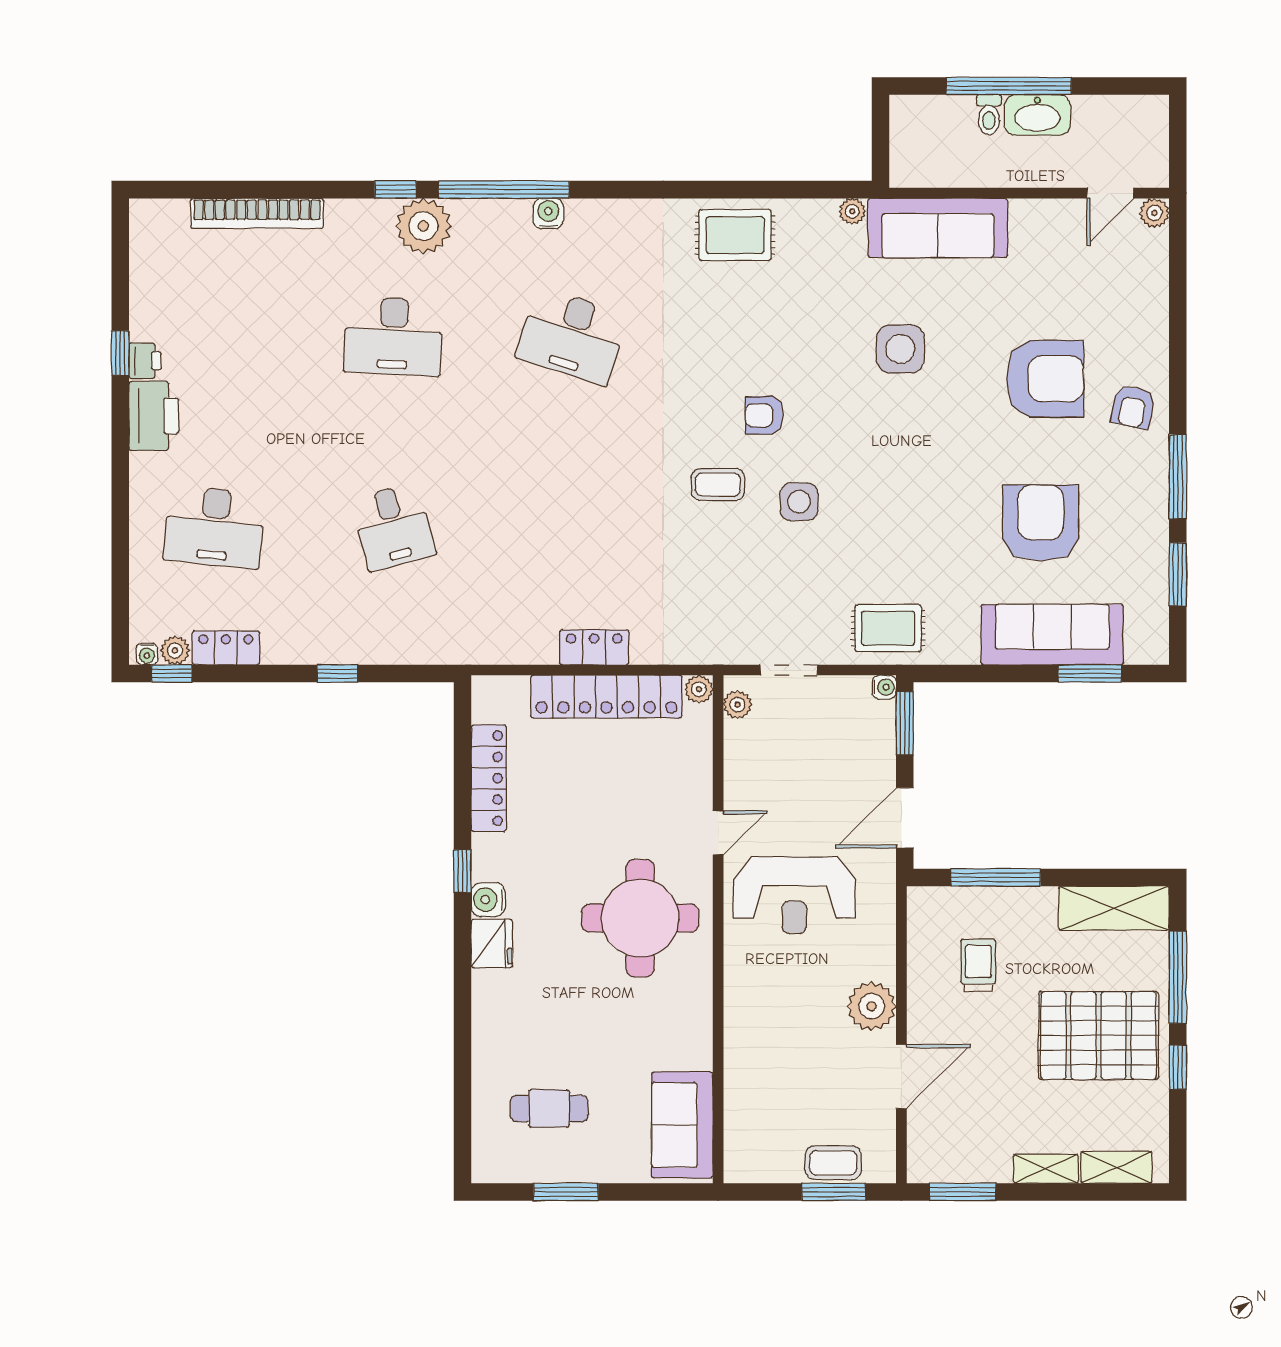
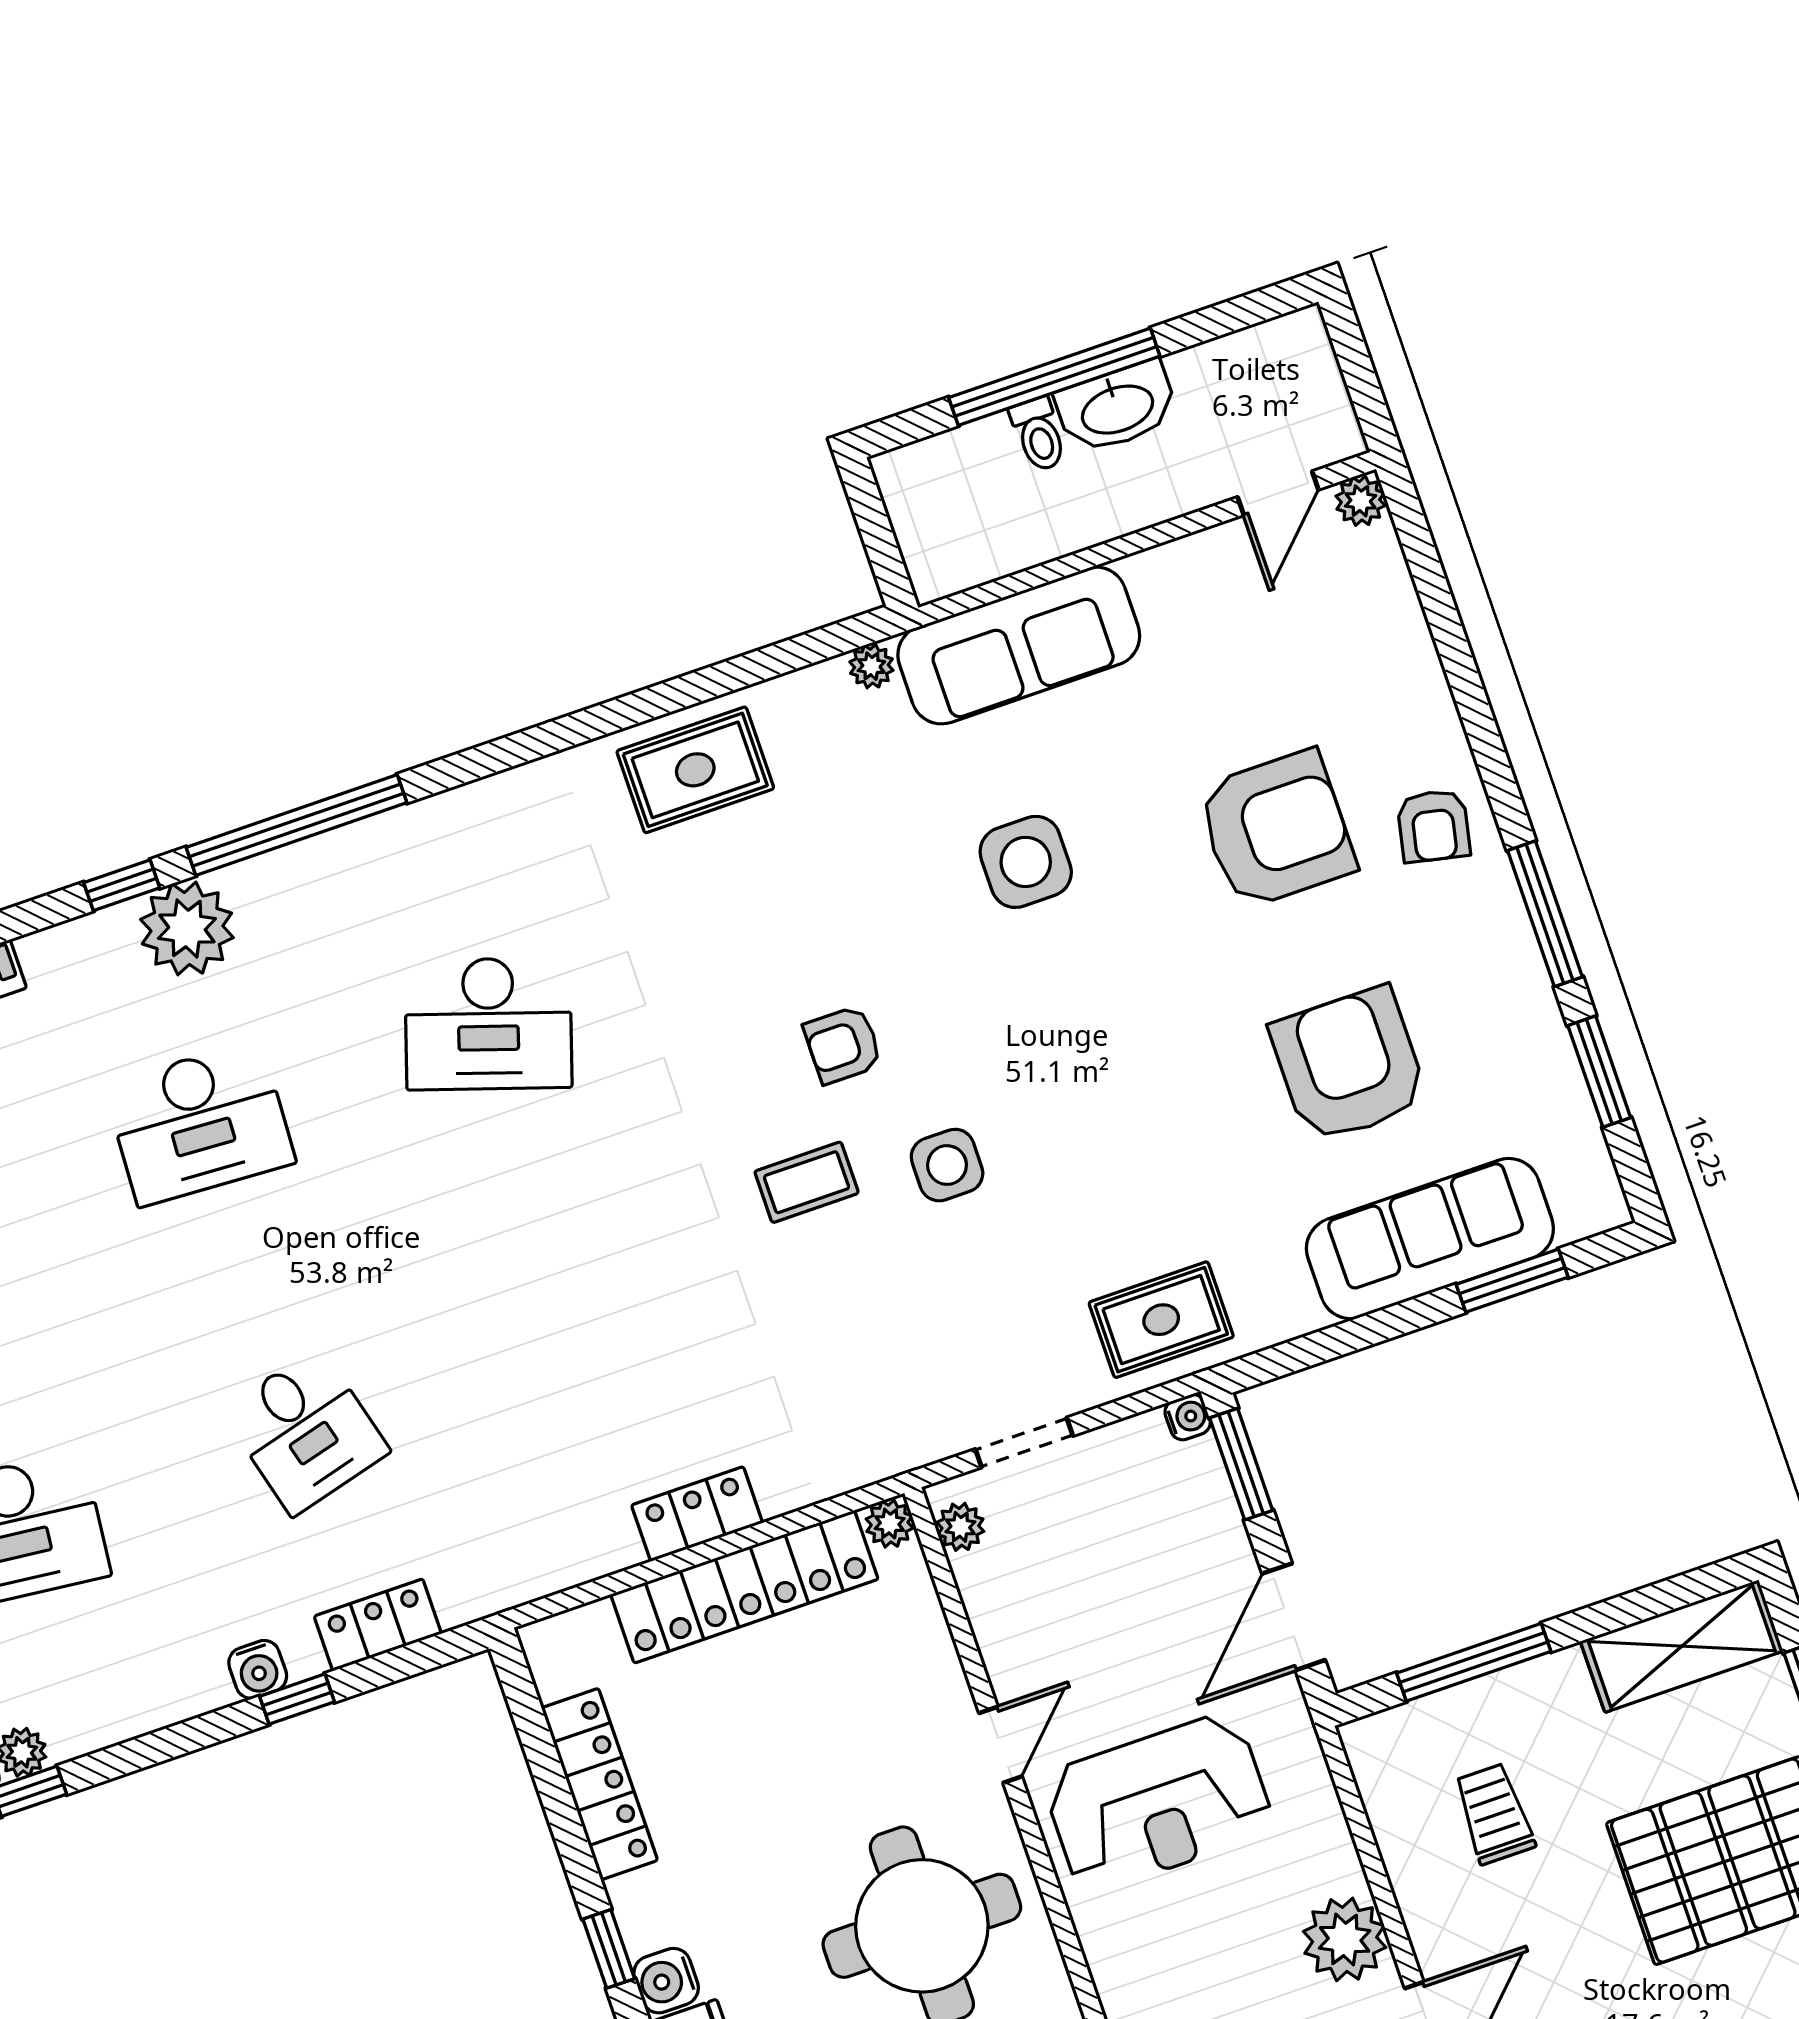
water cooler: (548, 214) -> (258, 1669), moved, turned 180
locker: (226, 648) -> (378, 1625), moved

